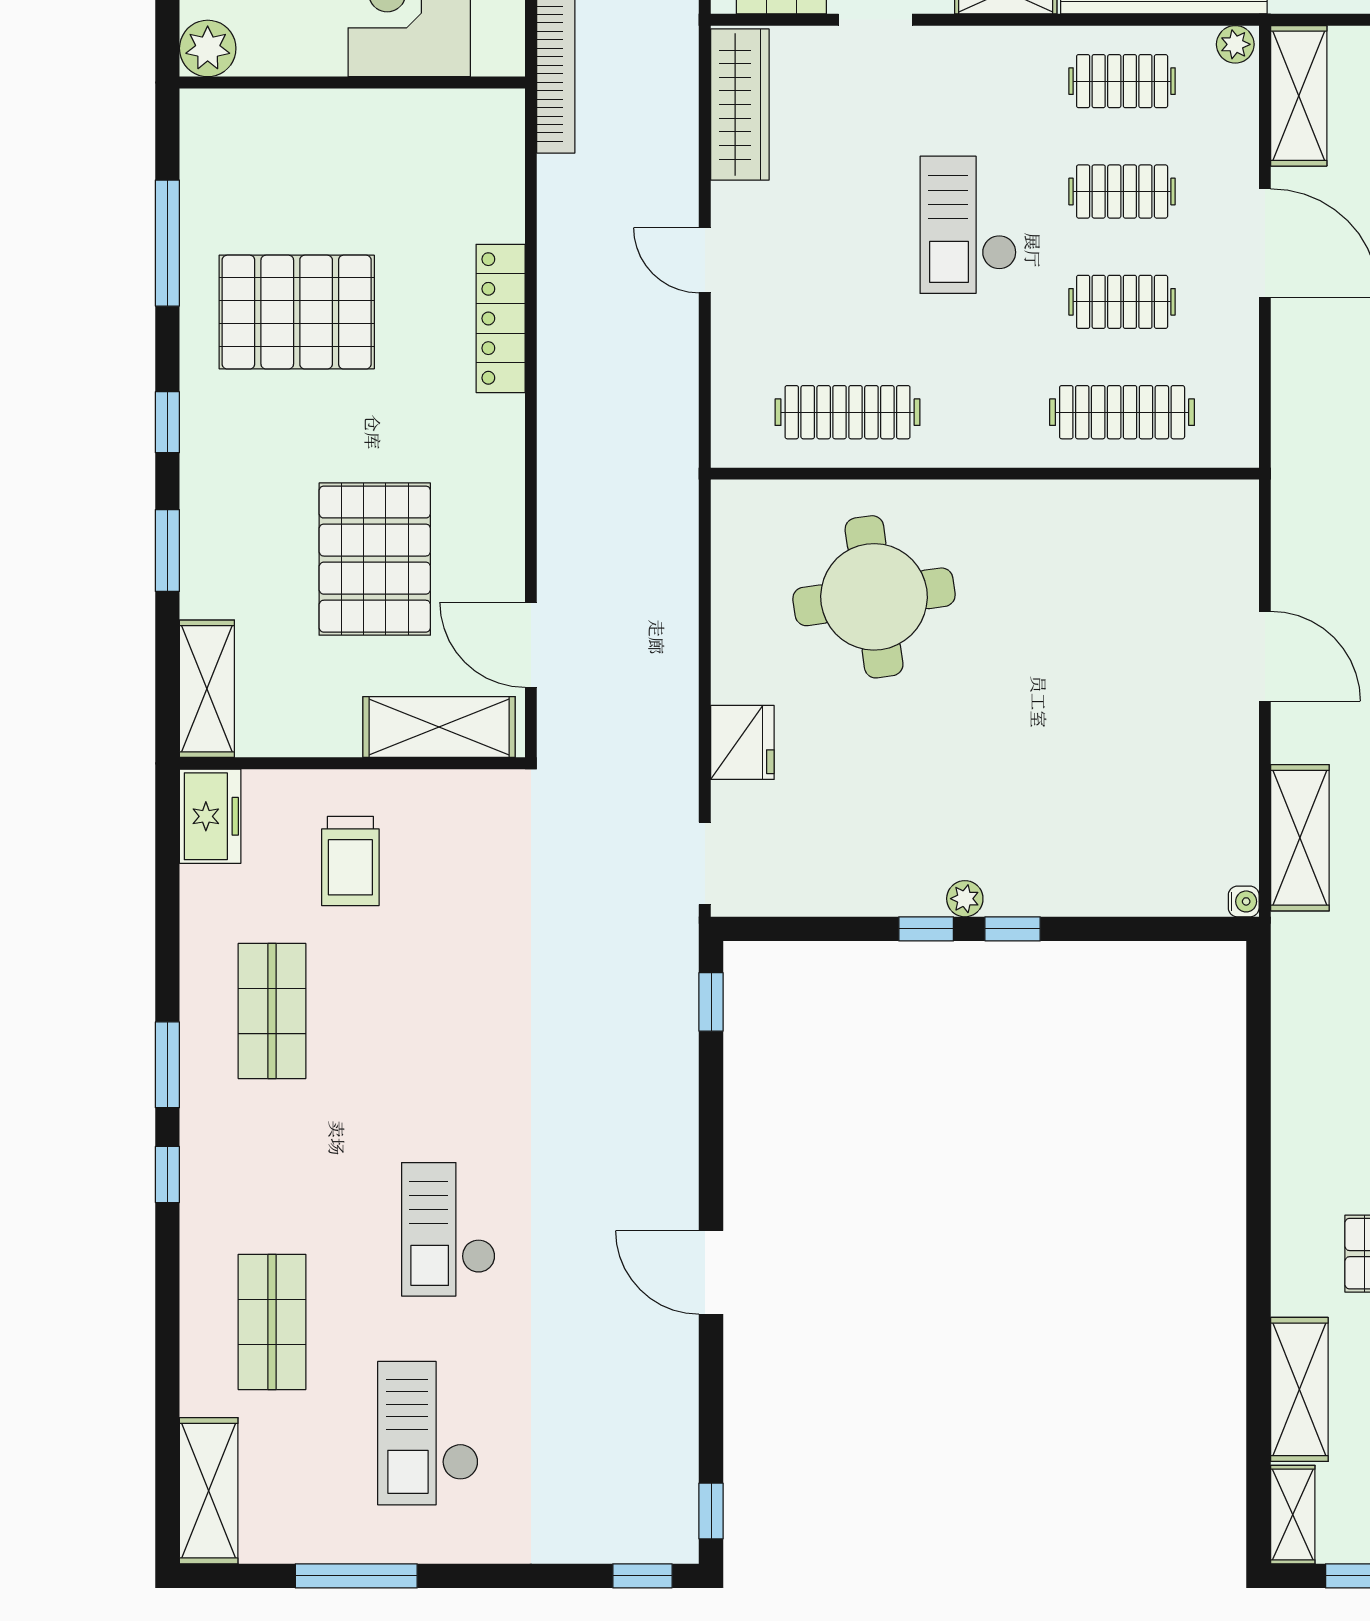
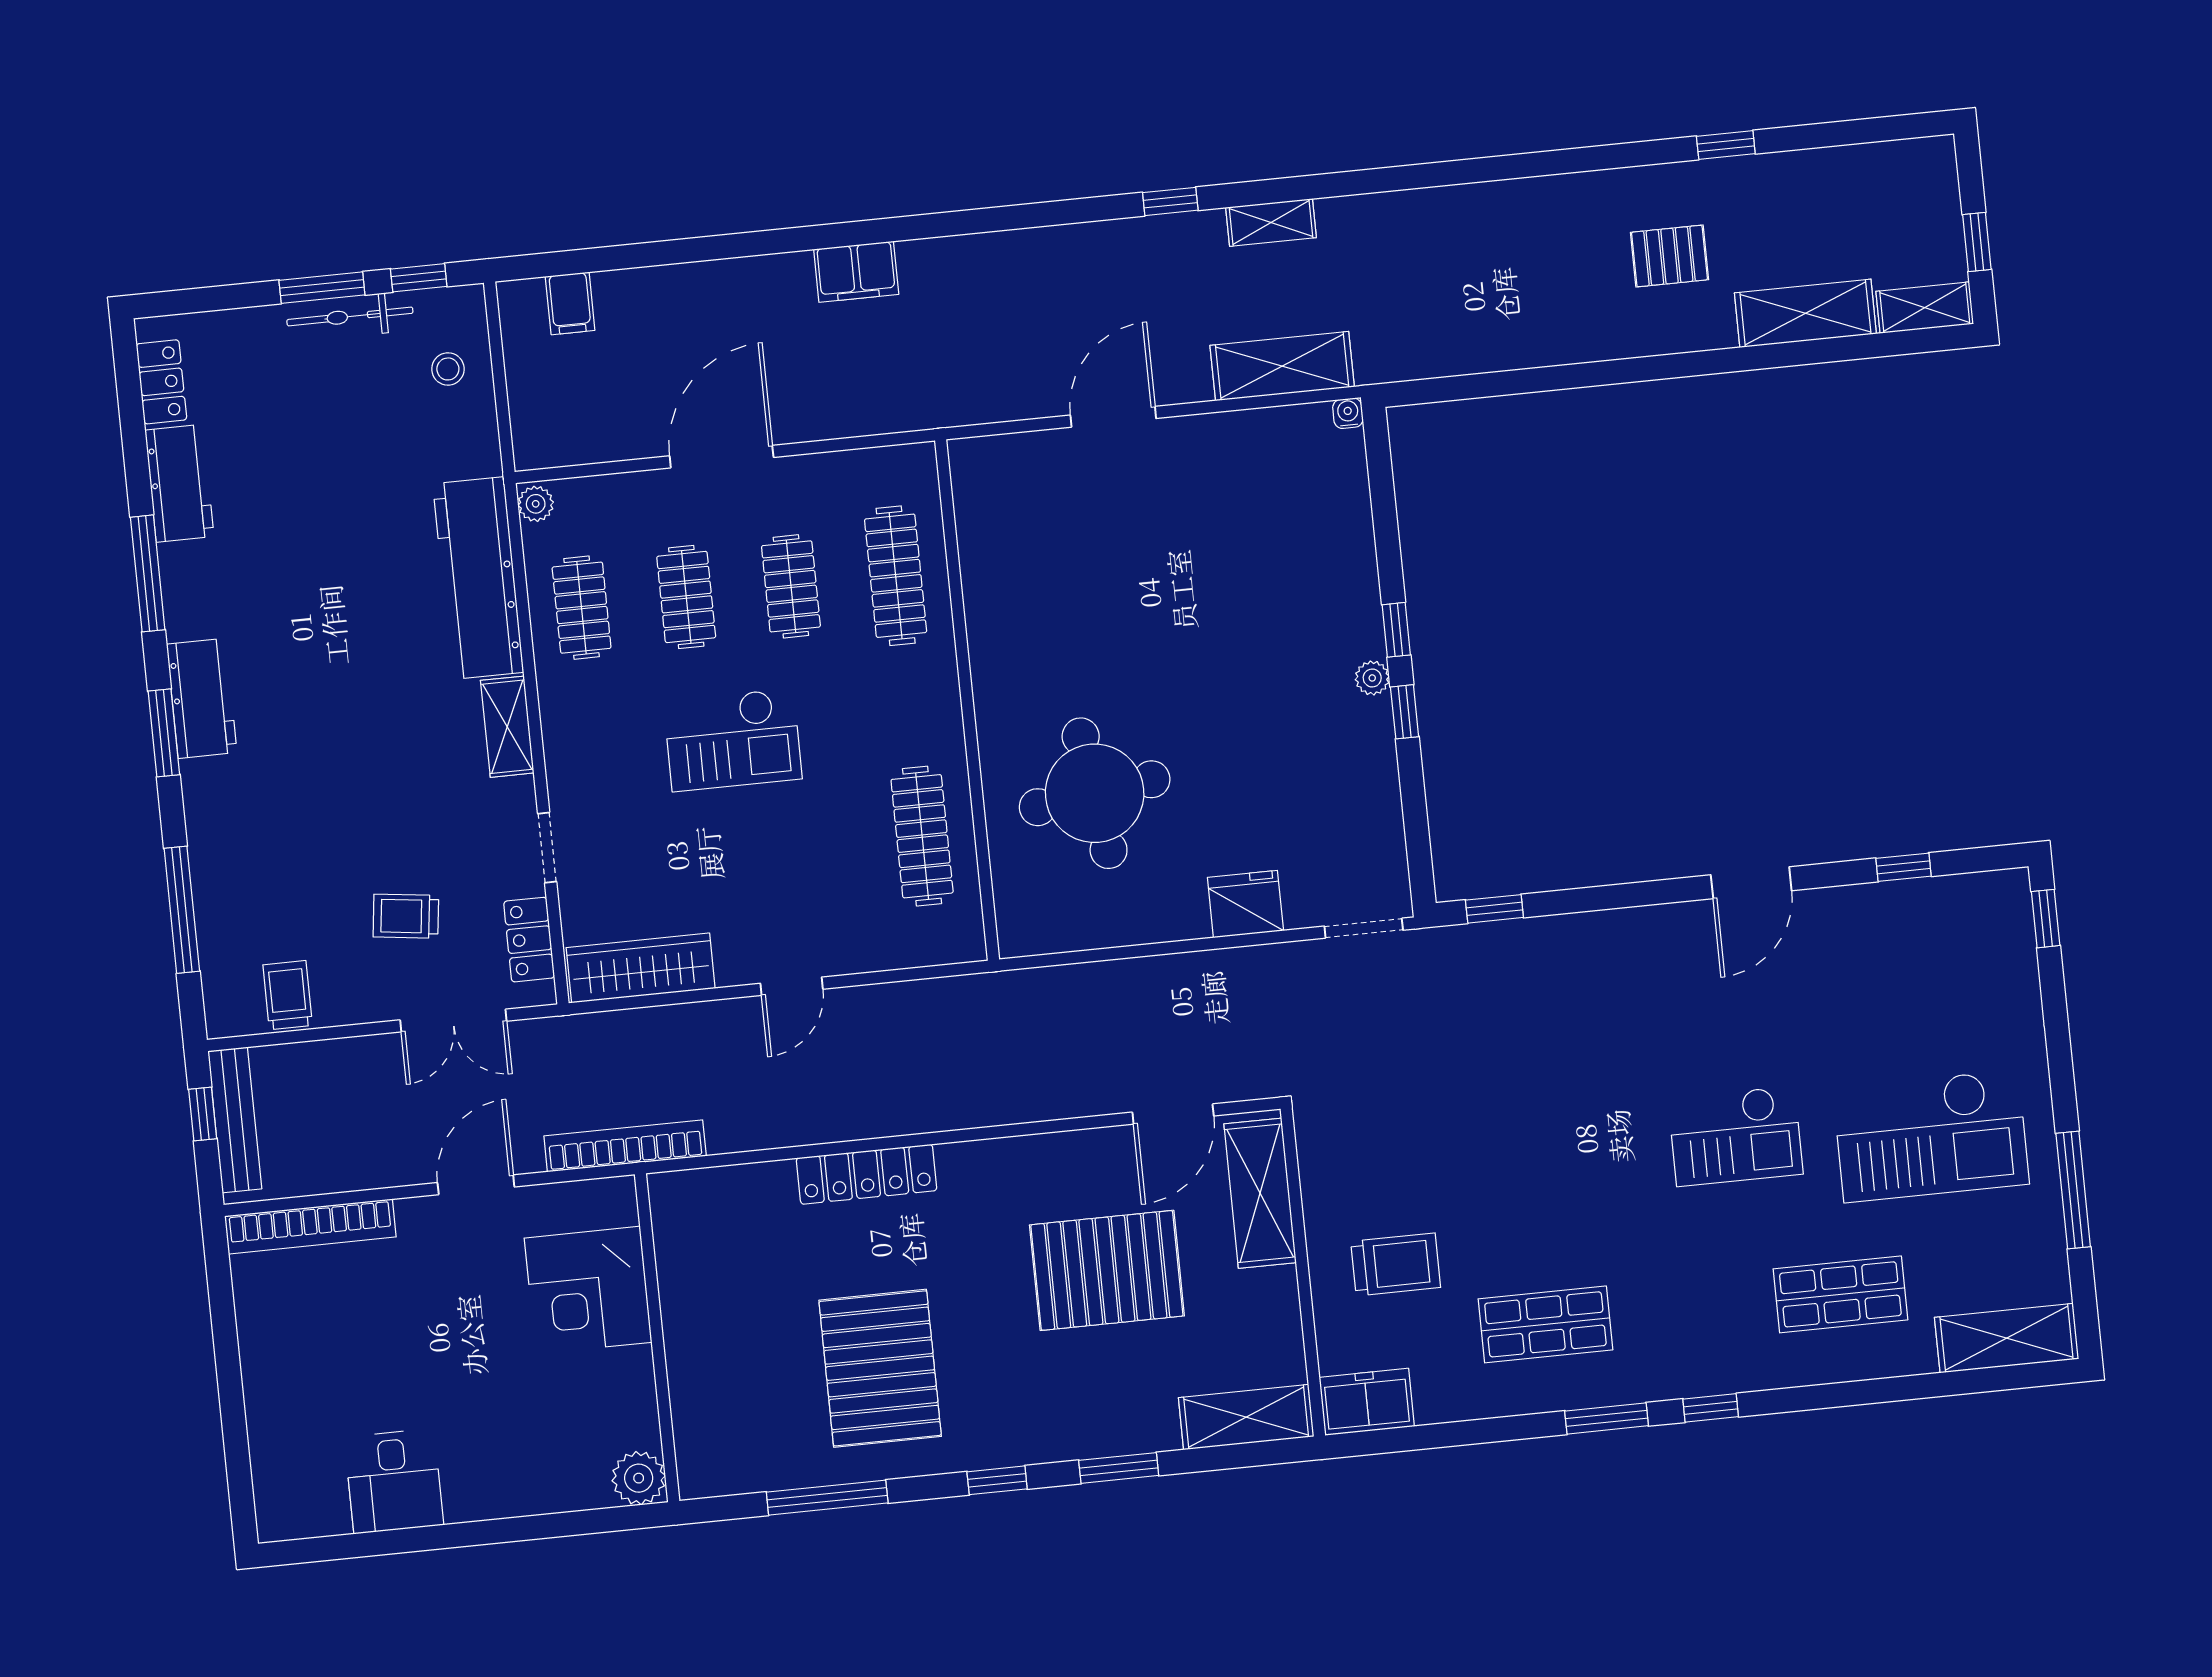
shelving: (1299, 96) -> (578, 439), removed
checkout: (428, 1433) -> (1931, 1136), width x1.36, depth x1.21
window: (711, 1511) -> (1904, 867), moved

